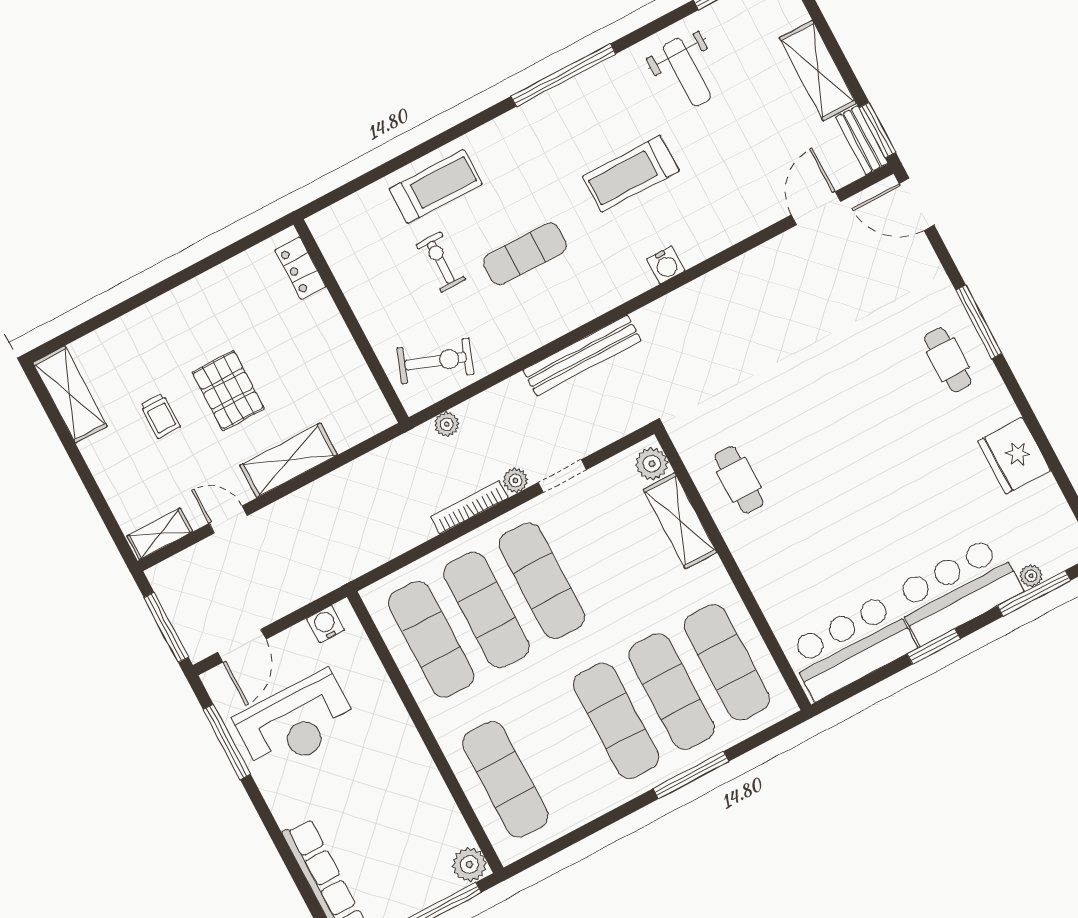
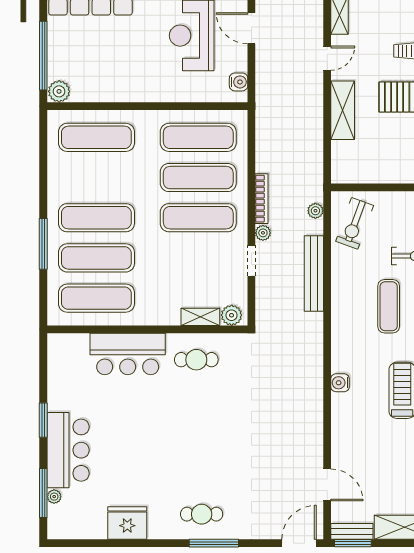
bench: (582, 355) -> (314, 273), moved
shelving: (680, 521) -> (200, 317), width x0.67, depth x0.75
bar counter: (851, 647) -> (128, 354), moved, turned 90

